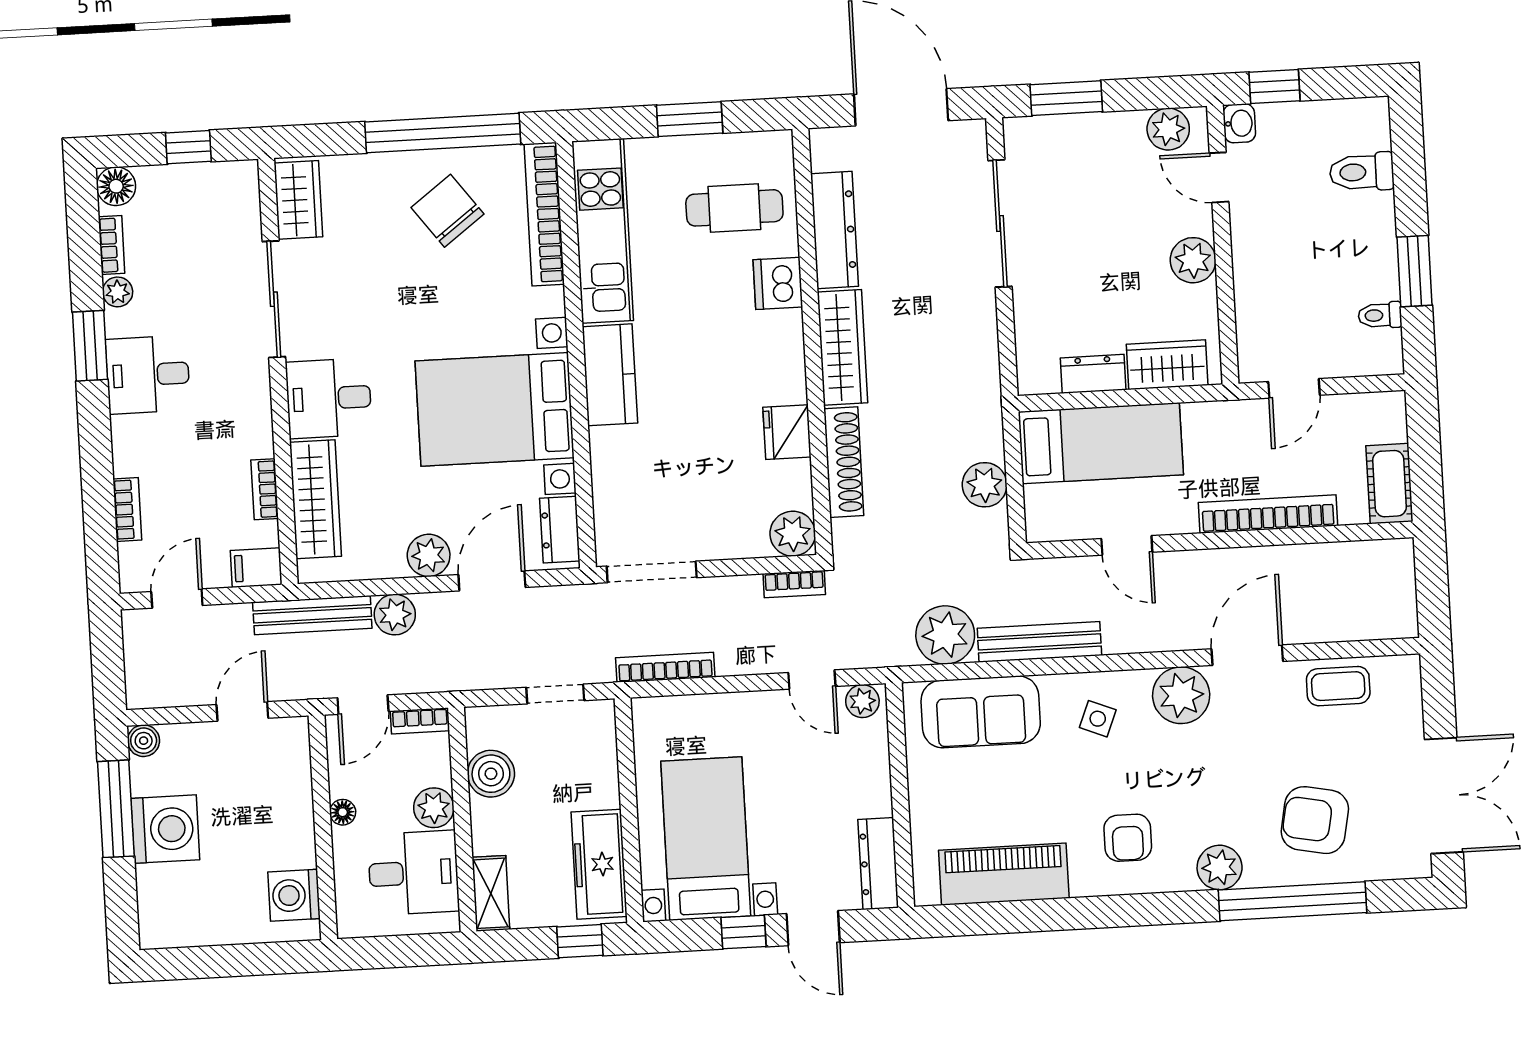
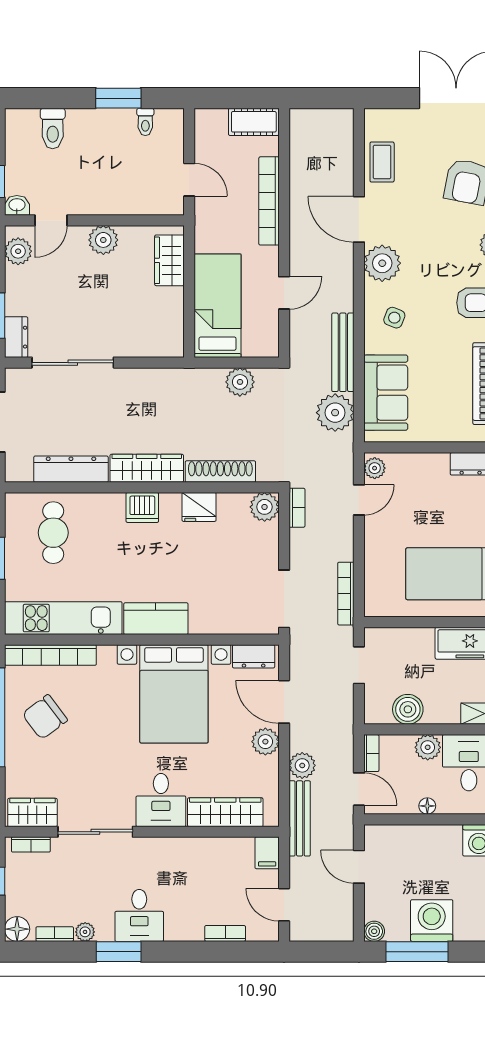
dishwasher: (778, 283) -> (142, 507), moved
dresser: (1093, 374) -> (16, 337), moved, turned 180
bookcase: (265, 489) -> (31, 844), moved

